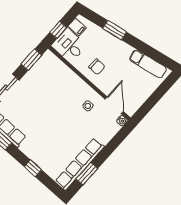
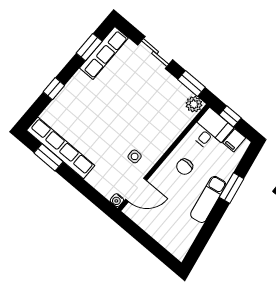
plant: (48, 58) -> (194, 104), added
exam couch: (148, 64) -> (208, 199), moved

